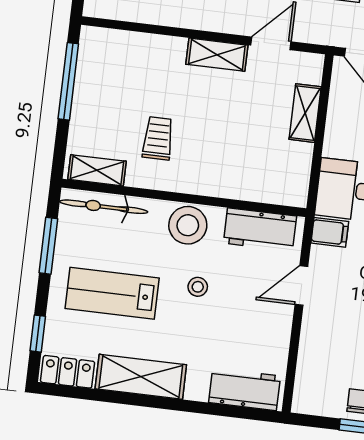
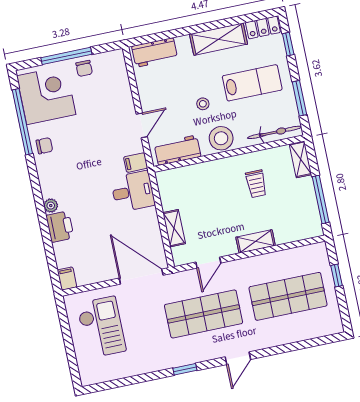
shelving: (217, 55) -> (256, 241), moved
shelving: (97, 170) -> (301, 159), moved, turned 90

